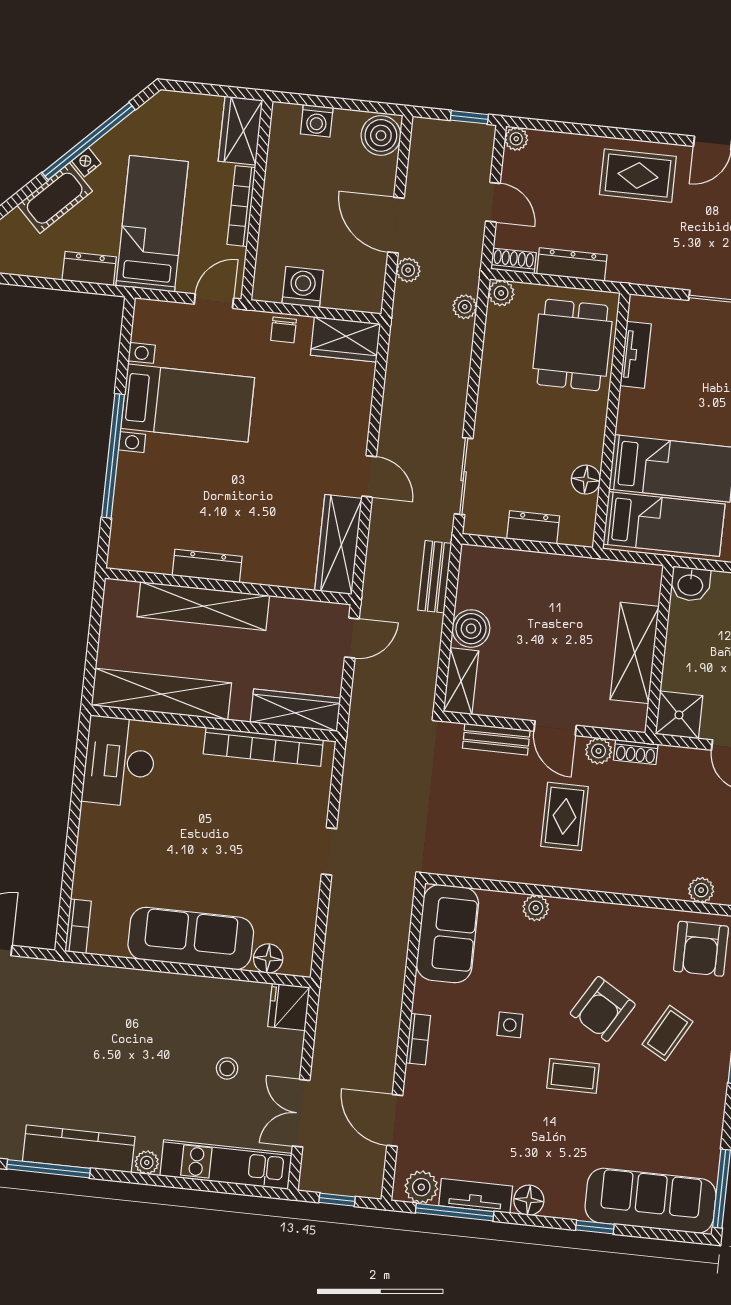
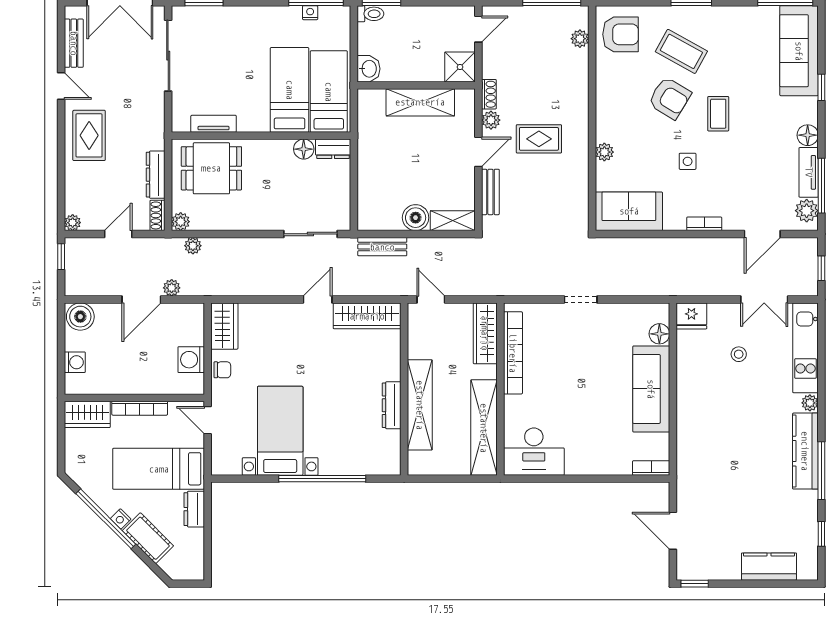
dresser: (533, 527) -> (333, 149), moved, turned -90
coffee table: (667, 1033) -> (681, 51), width x1.36, depth x1.30

